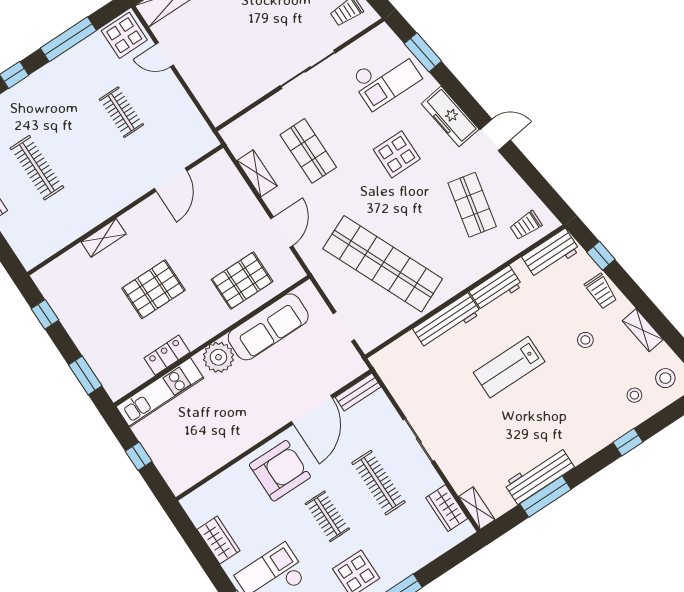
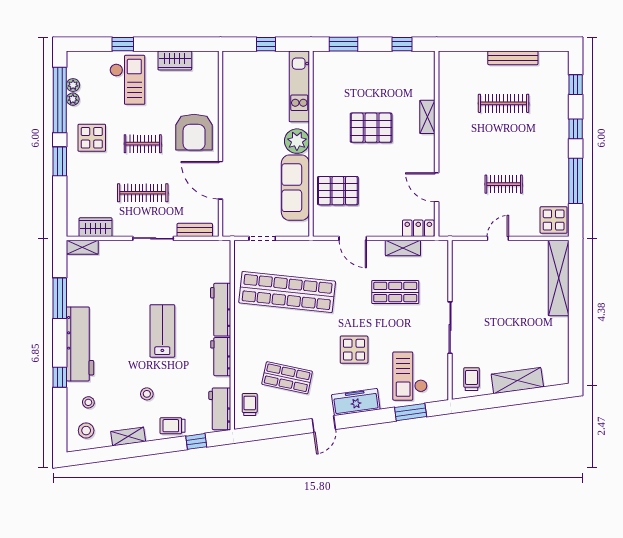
door: (165, 55) -> (498, 238), moved
shop shelf: (383, 264) -> (287, 292), turned 30
pallet: (242, 281) -> (338, 191), turned 90
pallet: (154, 289) -> (371, 128), turned 90
locker: (167, 355) -> (418, 228), moved, turned -90
bench: (358, 392) -> (195, 230), moved, turned 90
workbench: (539, 475) -> (80, 344), moved, width x1.36, depth x1.32

